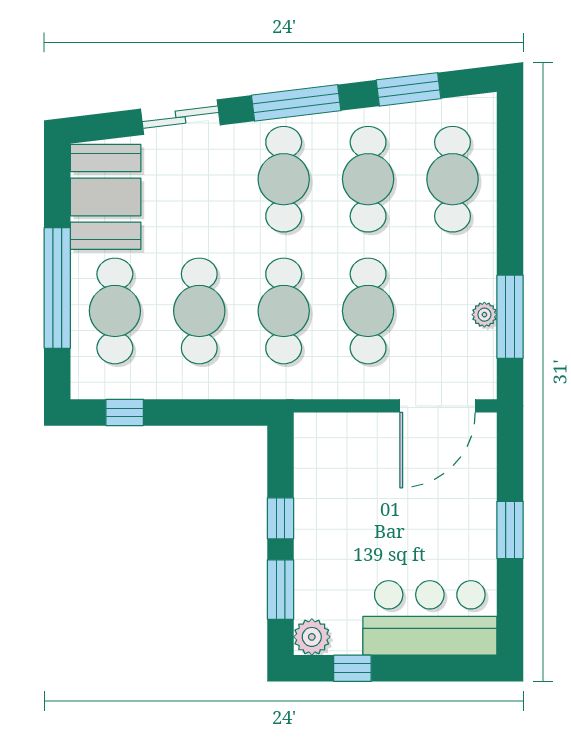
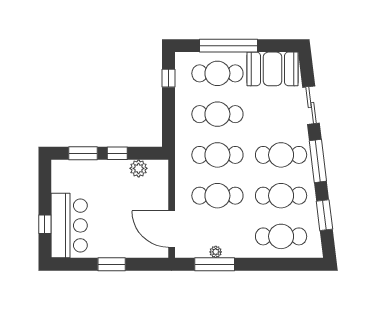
plant: (312, 637) -> (139, 168), moved
window: (352, 668) -> (45, 224), moved

